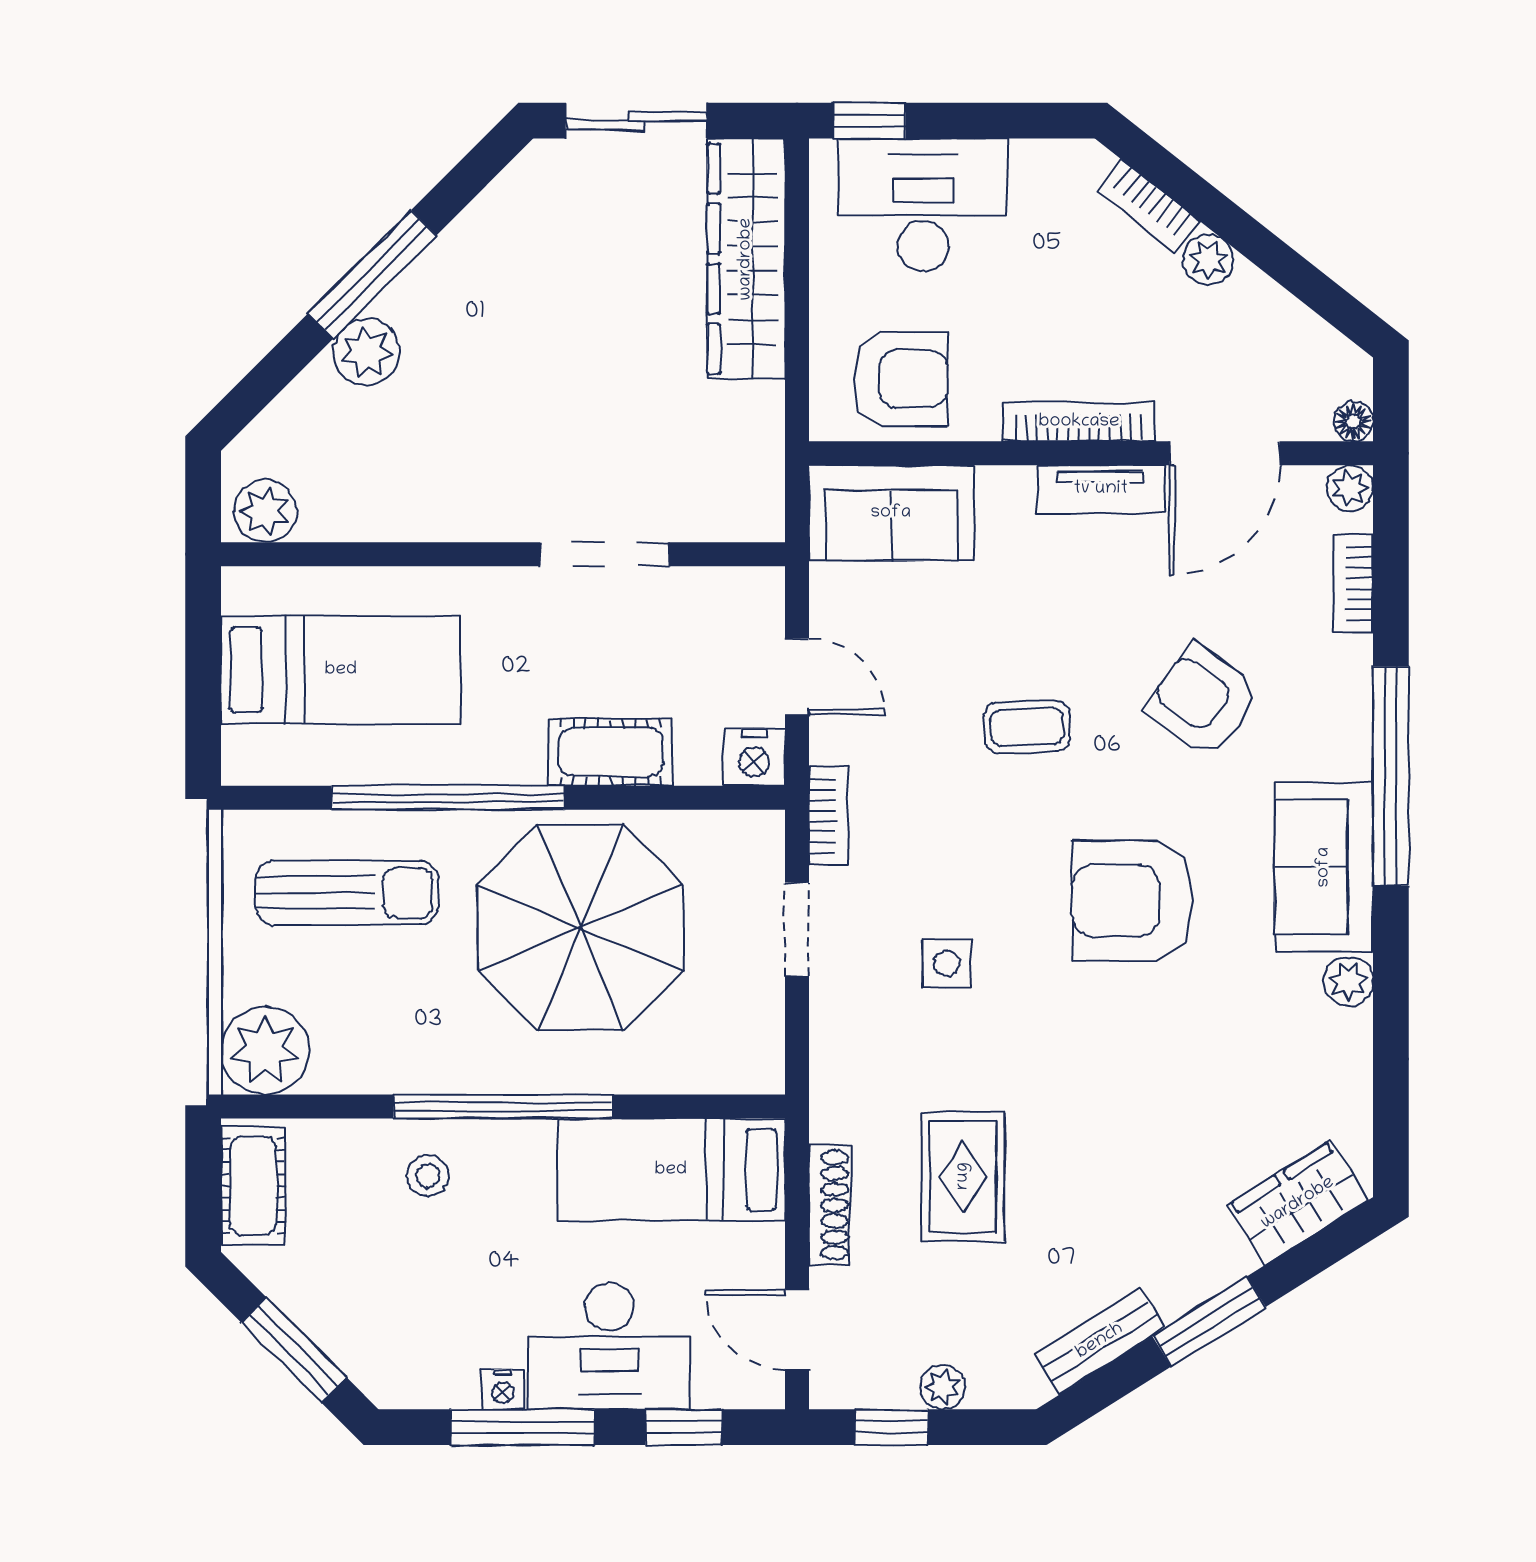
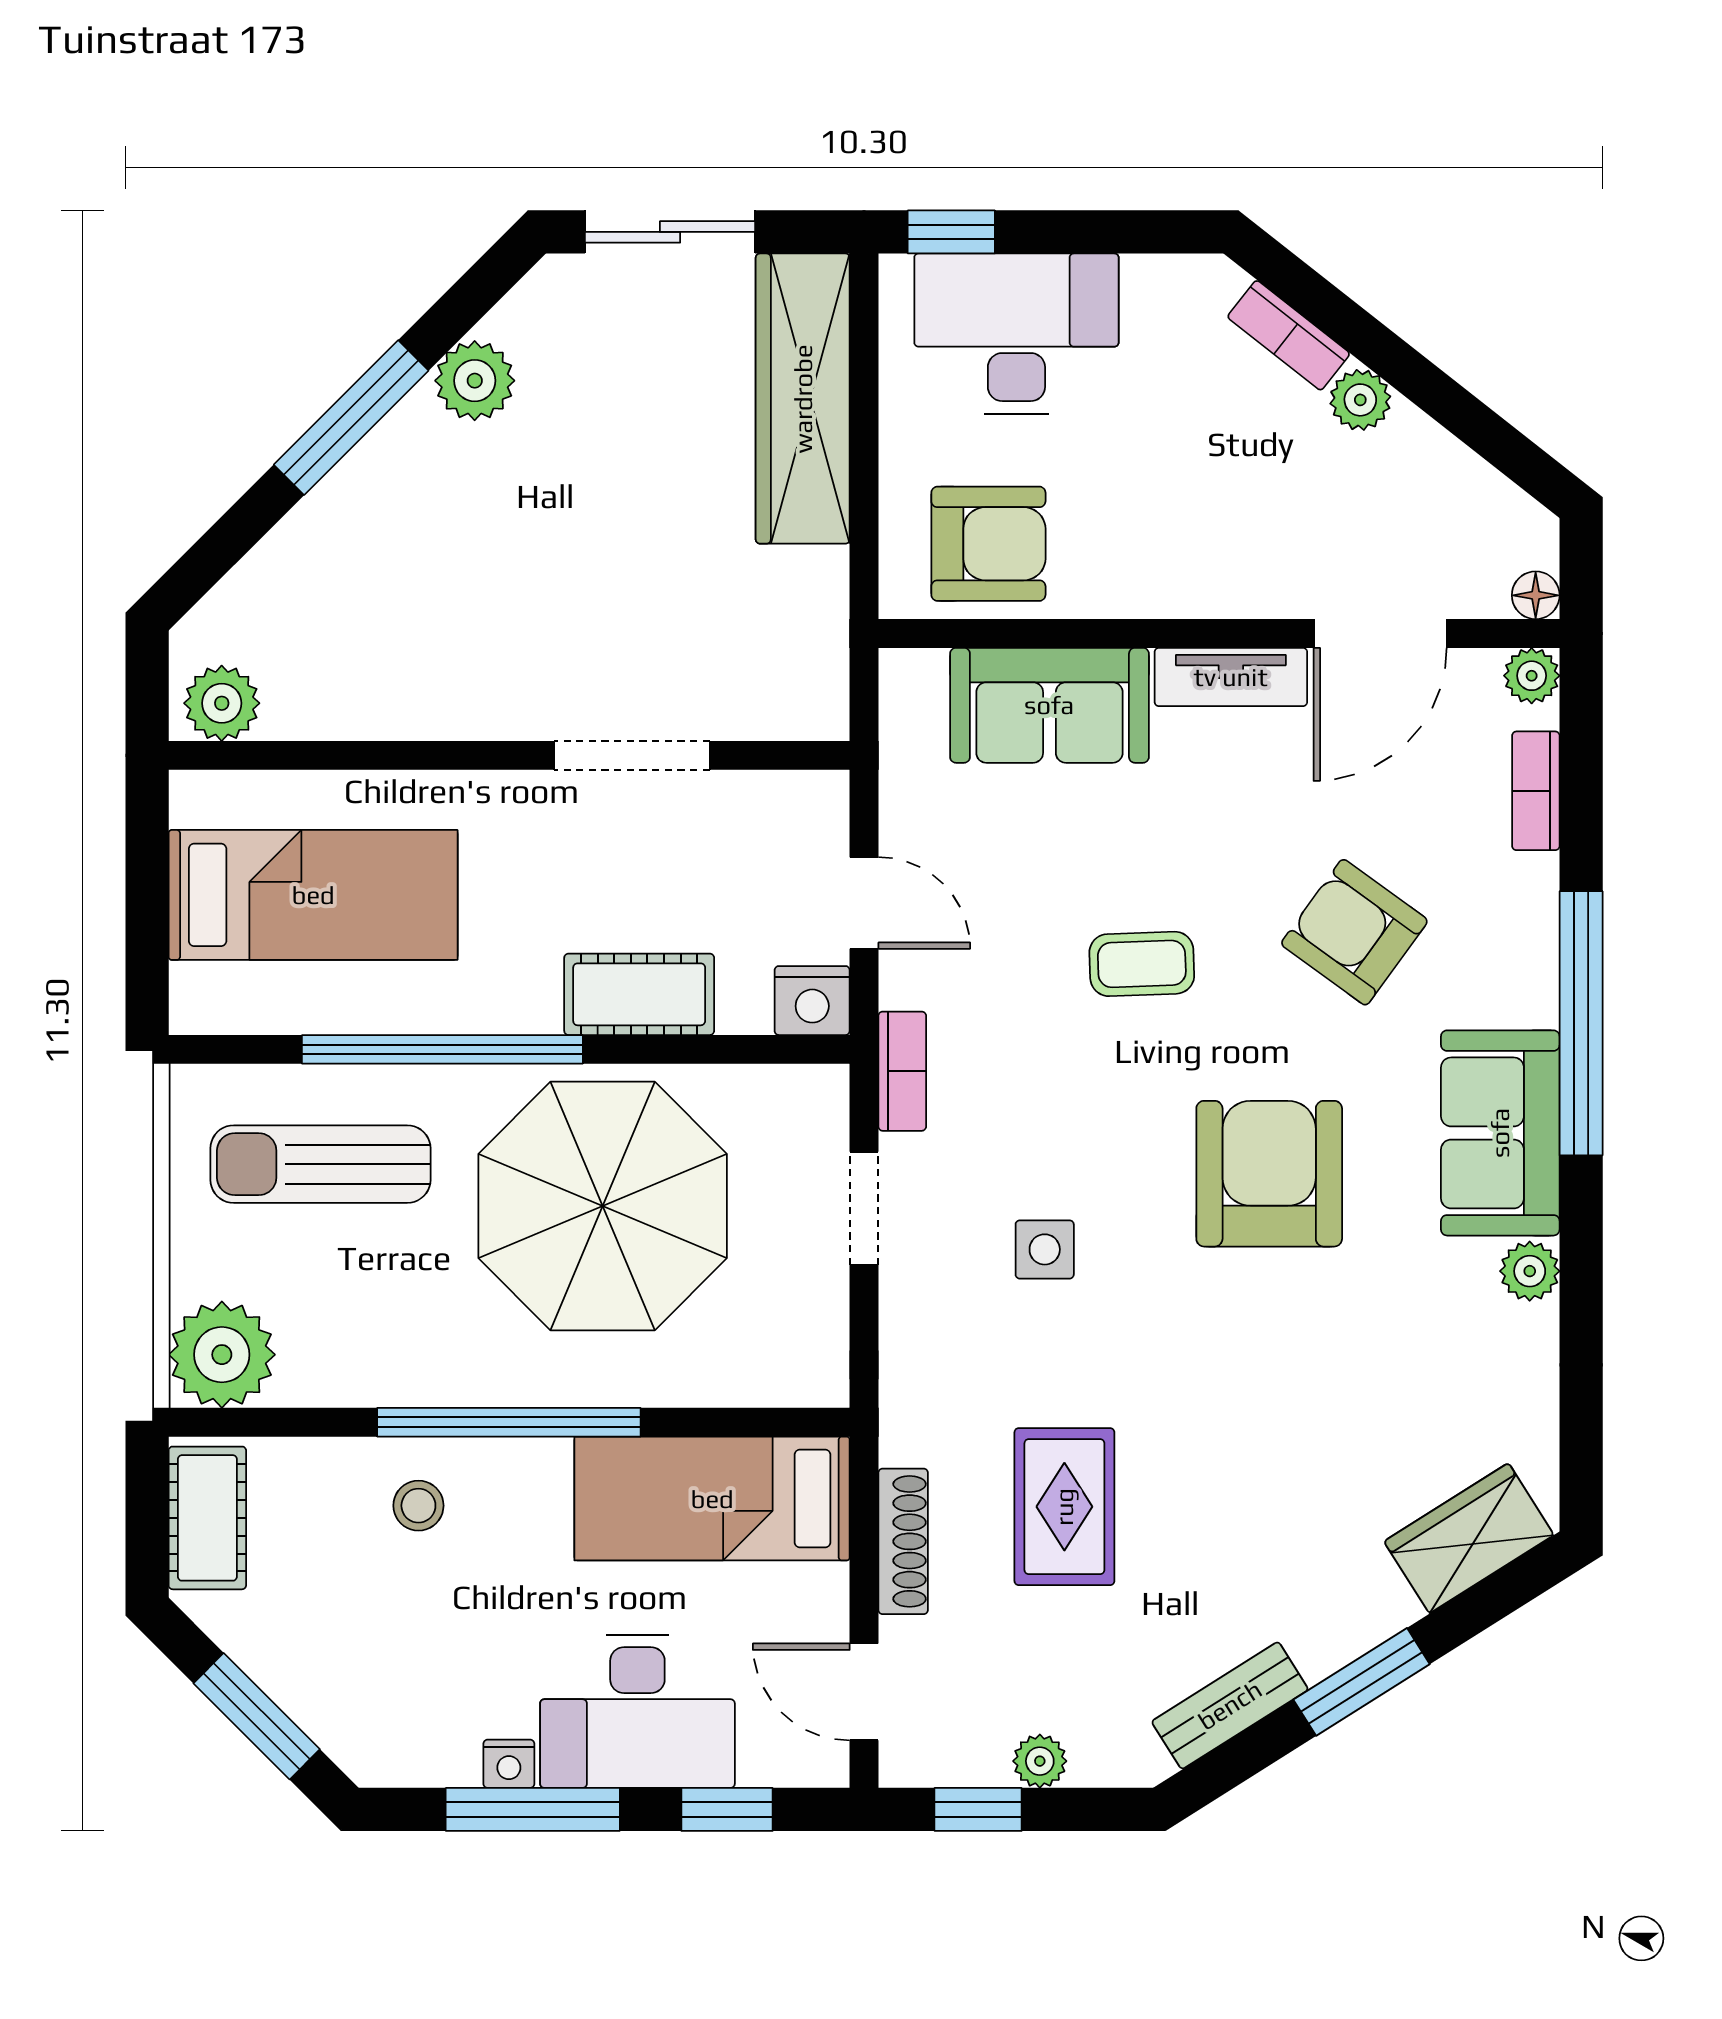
plant: (367, 352) -> (475, 381), moved
bookcase: (1079, 422) -> (1204, 596), removed
sofa: (891, 513) -> (1049, 705), moved
sun lounger: (347, 893) -> (320, 1164), turned 180
armchair: (1133, 901) -> (1269, 1174), turned 90

